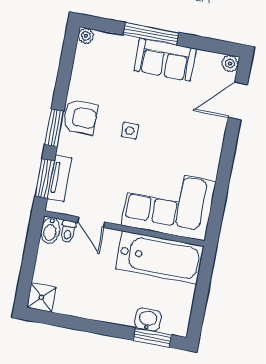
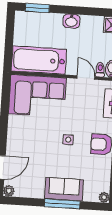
sofa: (165, 60) -> (64, 189), moved
washbasin: (148, 320) -> (71, 21), moved

